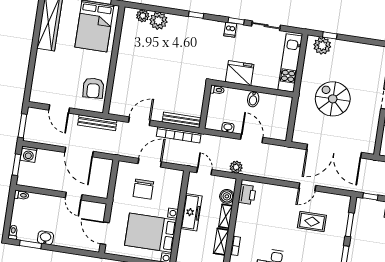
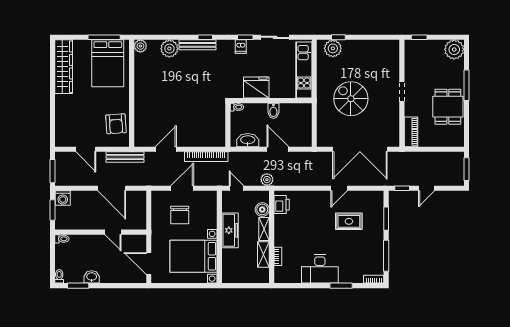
plant: (143, 16) -> (140, 46), moved
bench: (181, 120) -> (197, 45), moved
washbasin: (228, 128) -> (248, 140), width x1.91, depth x1.45

